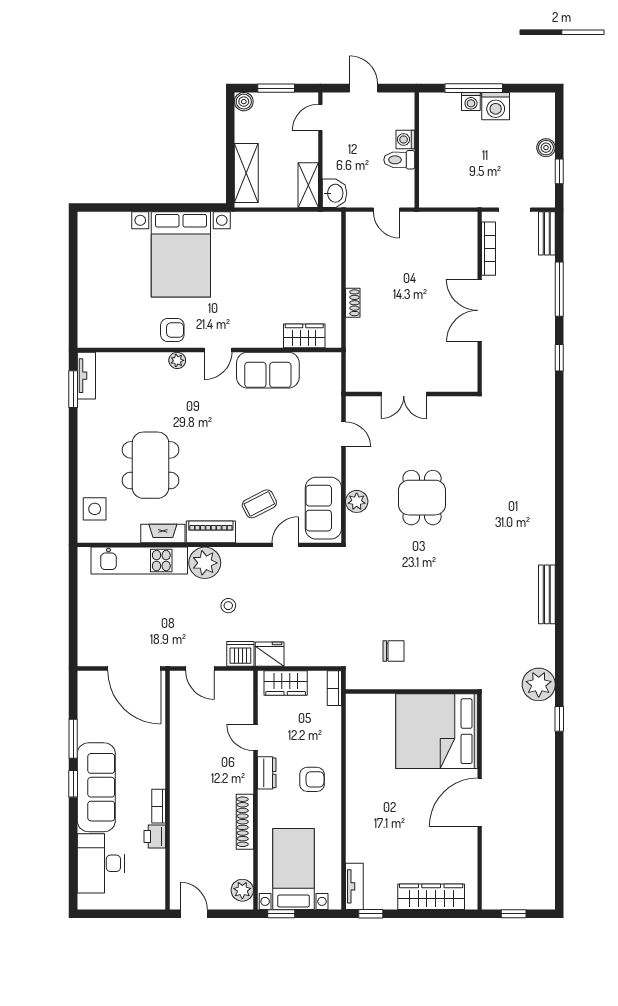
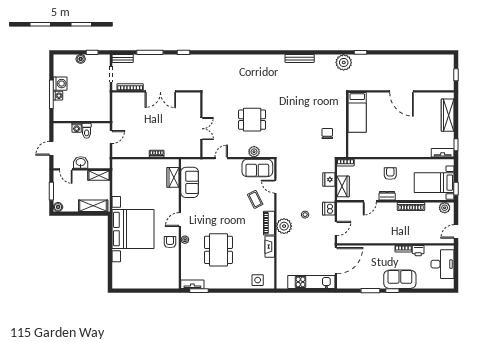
washbasin: (335, 193) -> (81, 162), moved
bed with nightstands: (181, 254) -> (133, 229), width x1.36
door: (218, 350) -> (180, 220), swing flipped
sofa: (268, 370) -> (190, 182), moved
dining table: (150, 465) -> (218, 250), moved, turned 90
kitchen unit: (139, 561) -> (311, 282), moved, turned -90
fridge: (270, 654) -> (329, 180), moved
bed: (437, 731) -> (357, 112), width x0.49
sofa: (96, 787) -> (400, 279), width x0.73
desk: (101, 863) -> (443, 264), moved, turned -90

